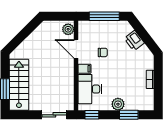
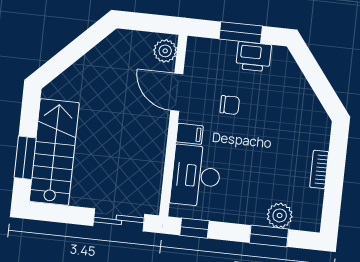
window: (104, 16) -> (241, 33), width x0.69
printer: (134, 41) -> (254, 57), moved, turned -53
plant: (118, 104) -> (280, 215), moved

